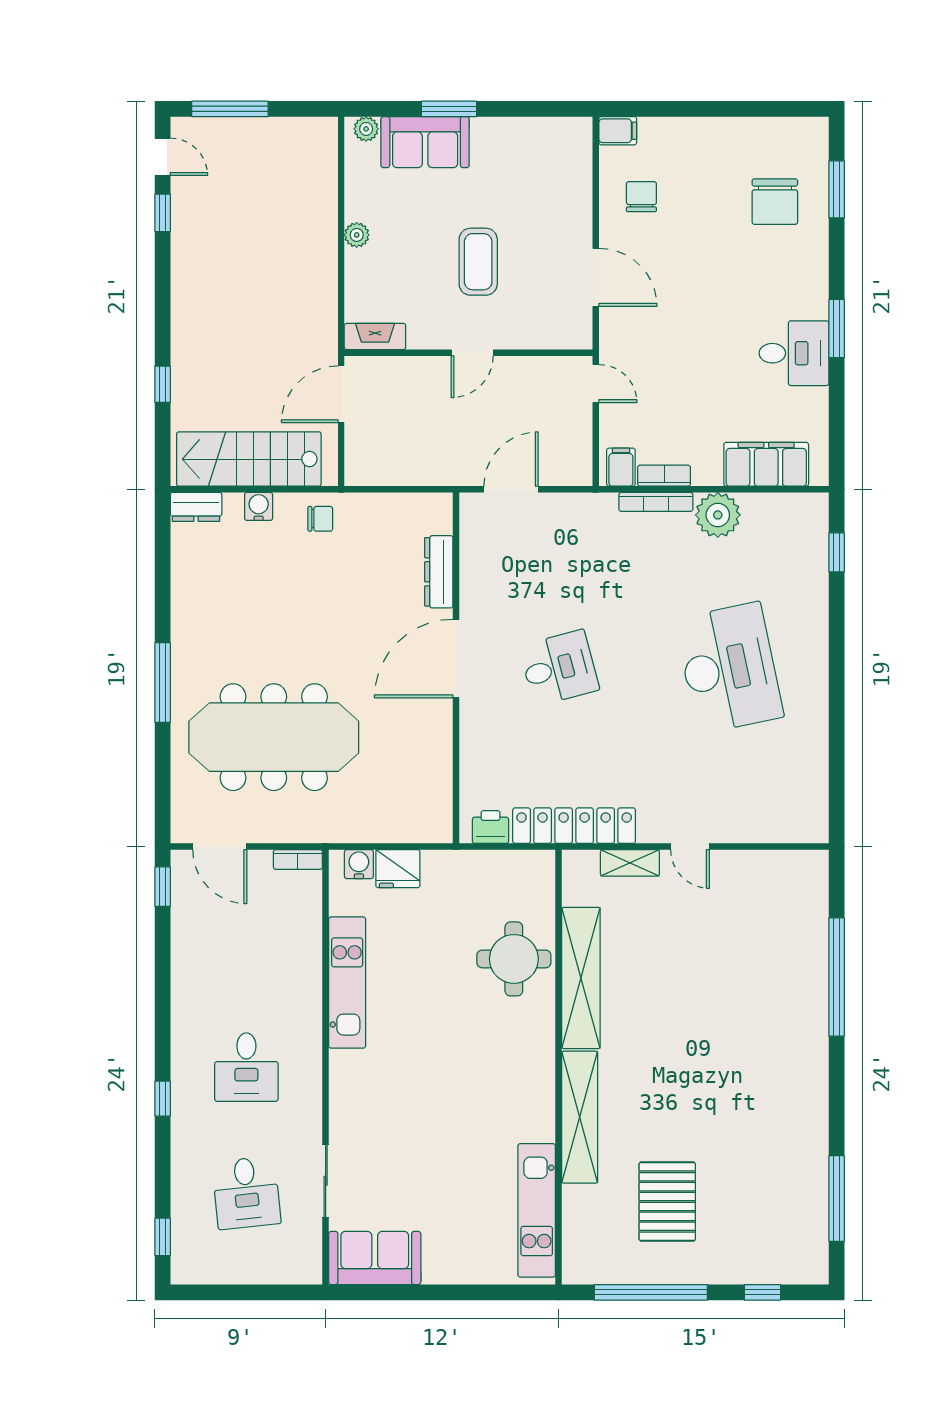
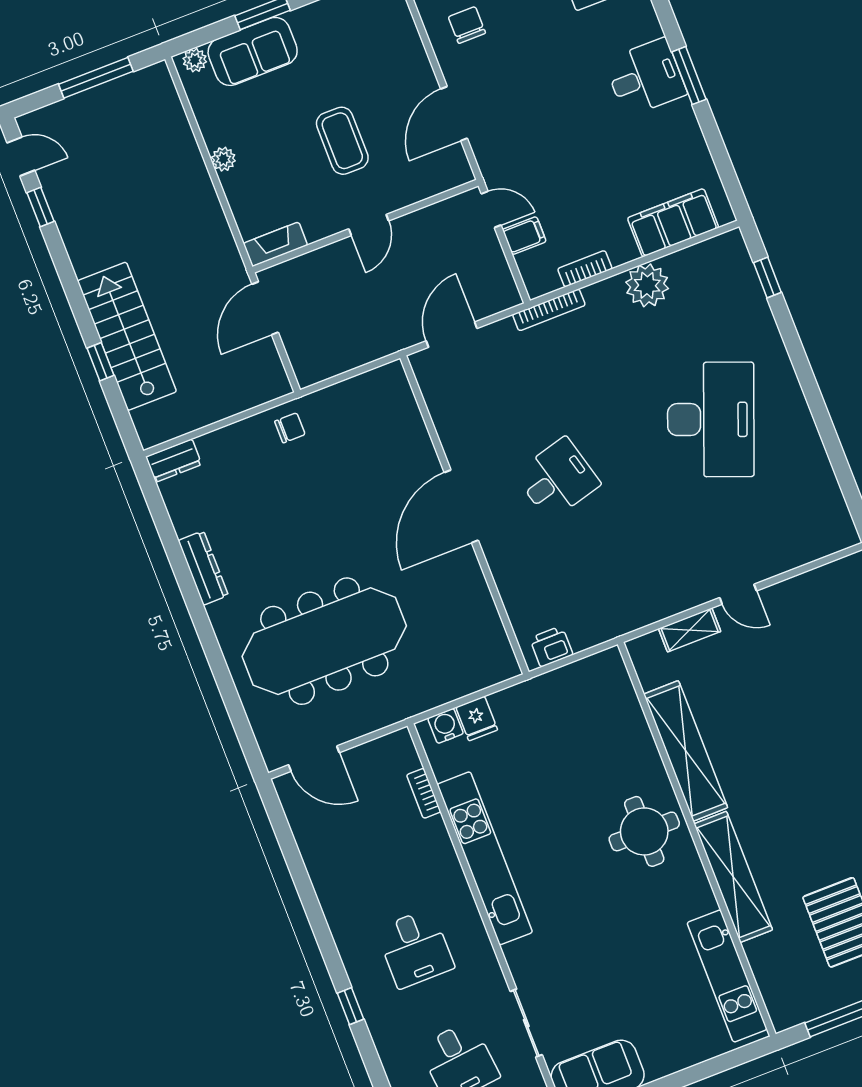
window: (230, 109) -> (96, 78), moved
door: (596, 277) -> (454, 114), swing flipped
desk: (794, 353) -> (645, 77), moved
stairs: (249, 459) -> (127, 336), moved, turned 90
filing cabinet: (621, 467) -> (524, 236), moved, turned 90
bookcase: (656, 502) -> (549, 310), moved
water cooler: (259, 506) -> (230, 438), removed
dresser: (439, 572) -> (203, 568), moved, turned 180
desk: (729, 668) -> (711, 419), turned 33
window: (163, 682) -> (205, 631), removed
locker: (574, 826) -> (626, 616), removed
bookcase: (298, 859) -> (424, 793), moved, turned 90
fridge: (398, 869) -> (477, 718), width x0.72
window: (163, 887) -> (276, 815), removed
round table: (514, 959) -> (644, 831), moved
kitchen unit: (347, 983) -> (485, 858), width x1.36

